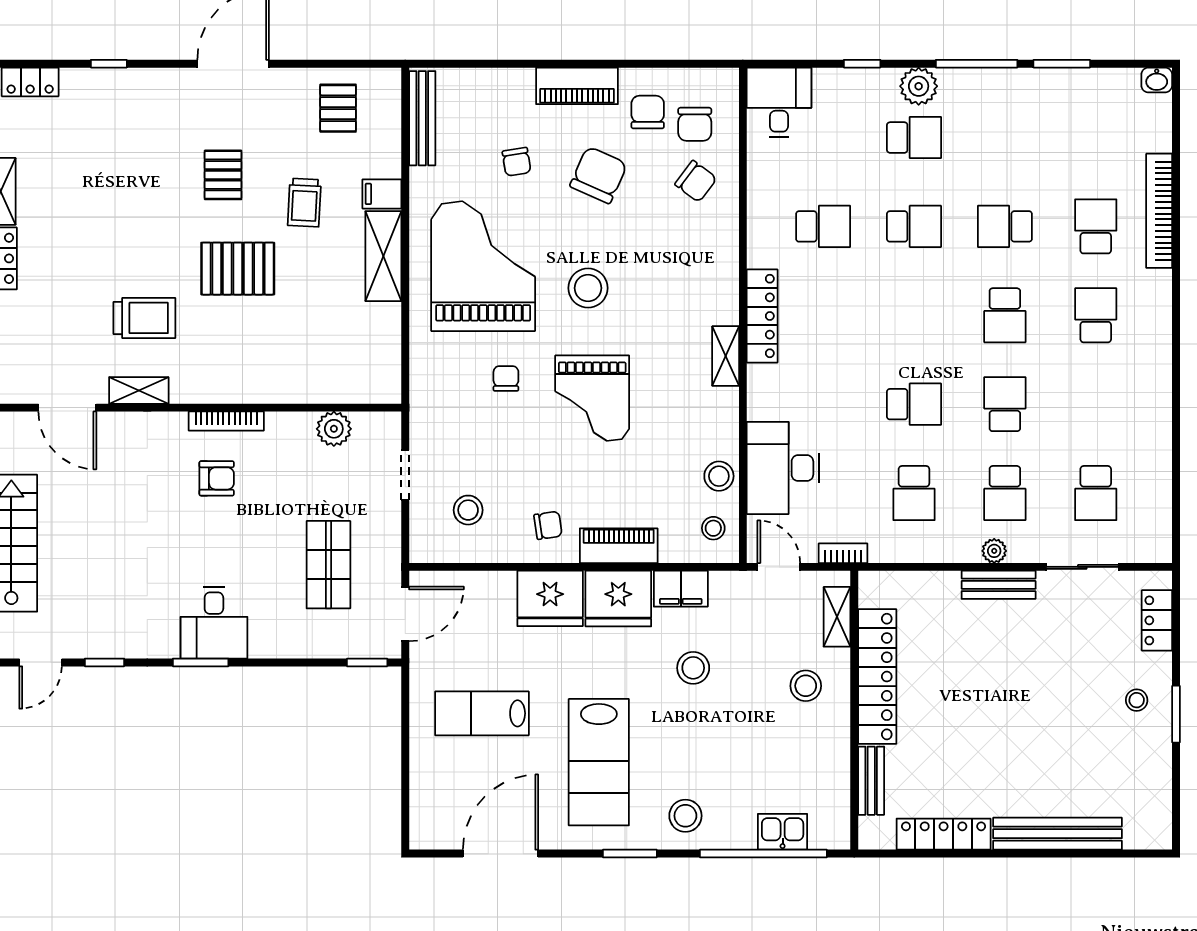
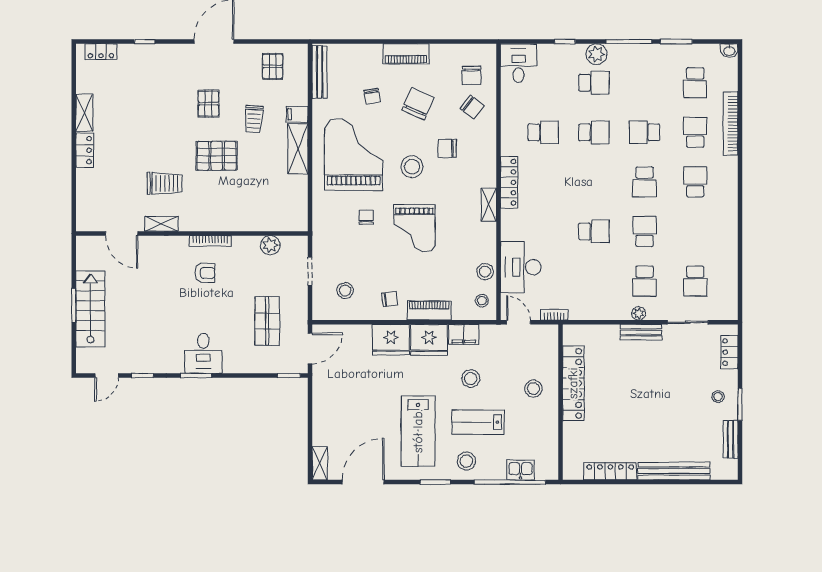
chair: (648, 112) -> (447, 148), moved, turned -90
school desk: (914, 493) -> (695, 83), moved
shelving: (837, 617) -> (320, 463), moved
lab bench: (482, 713) -> (478, 422), moved
bench: (871, 781) -> (731, 439), moved

